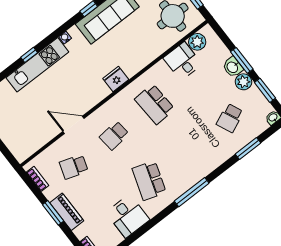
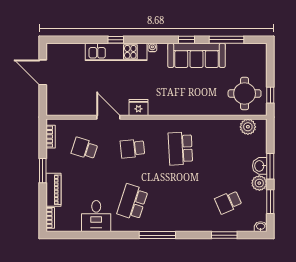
desk: (183, 61) -> (226, 133), removed
fridge: (116, 79) -> (138, 108), moved
piano: (67, 212) -> (53, 190), moved

